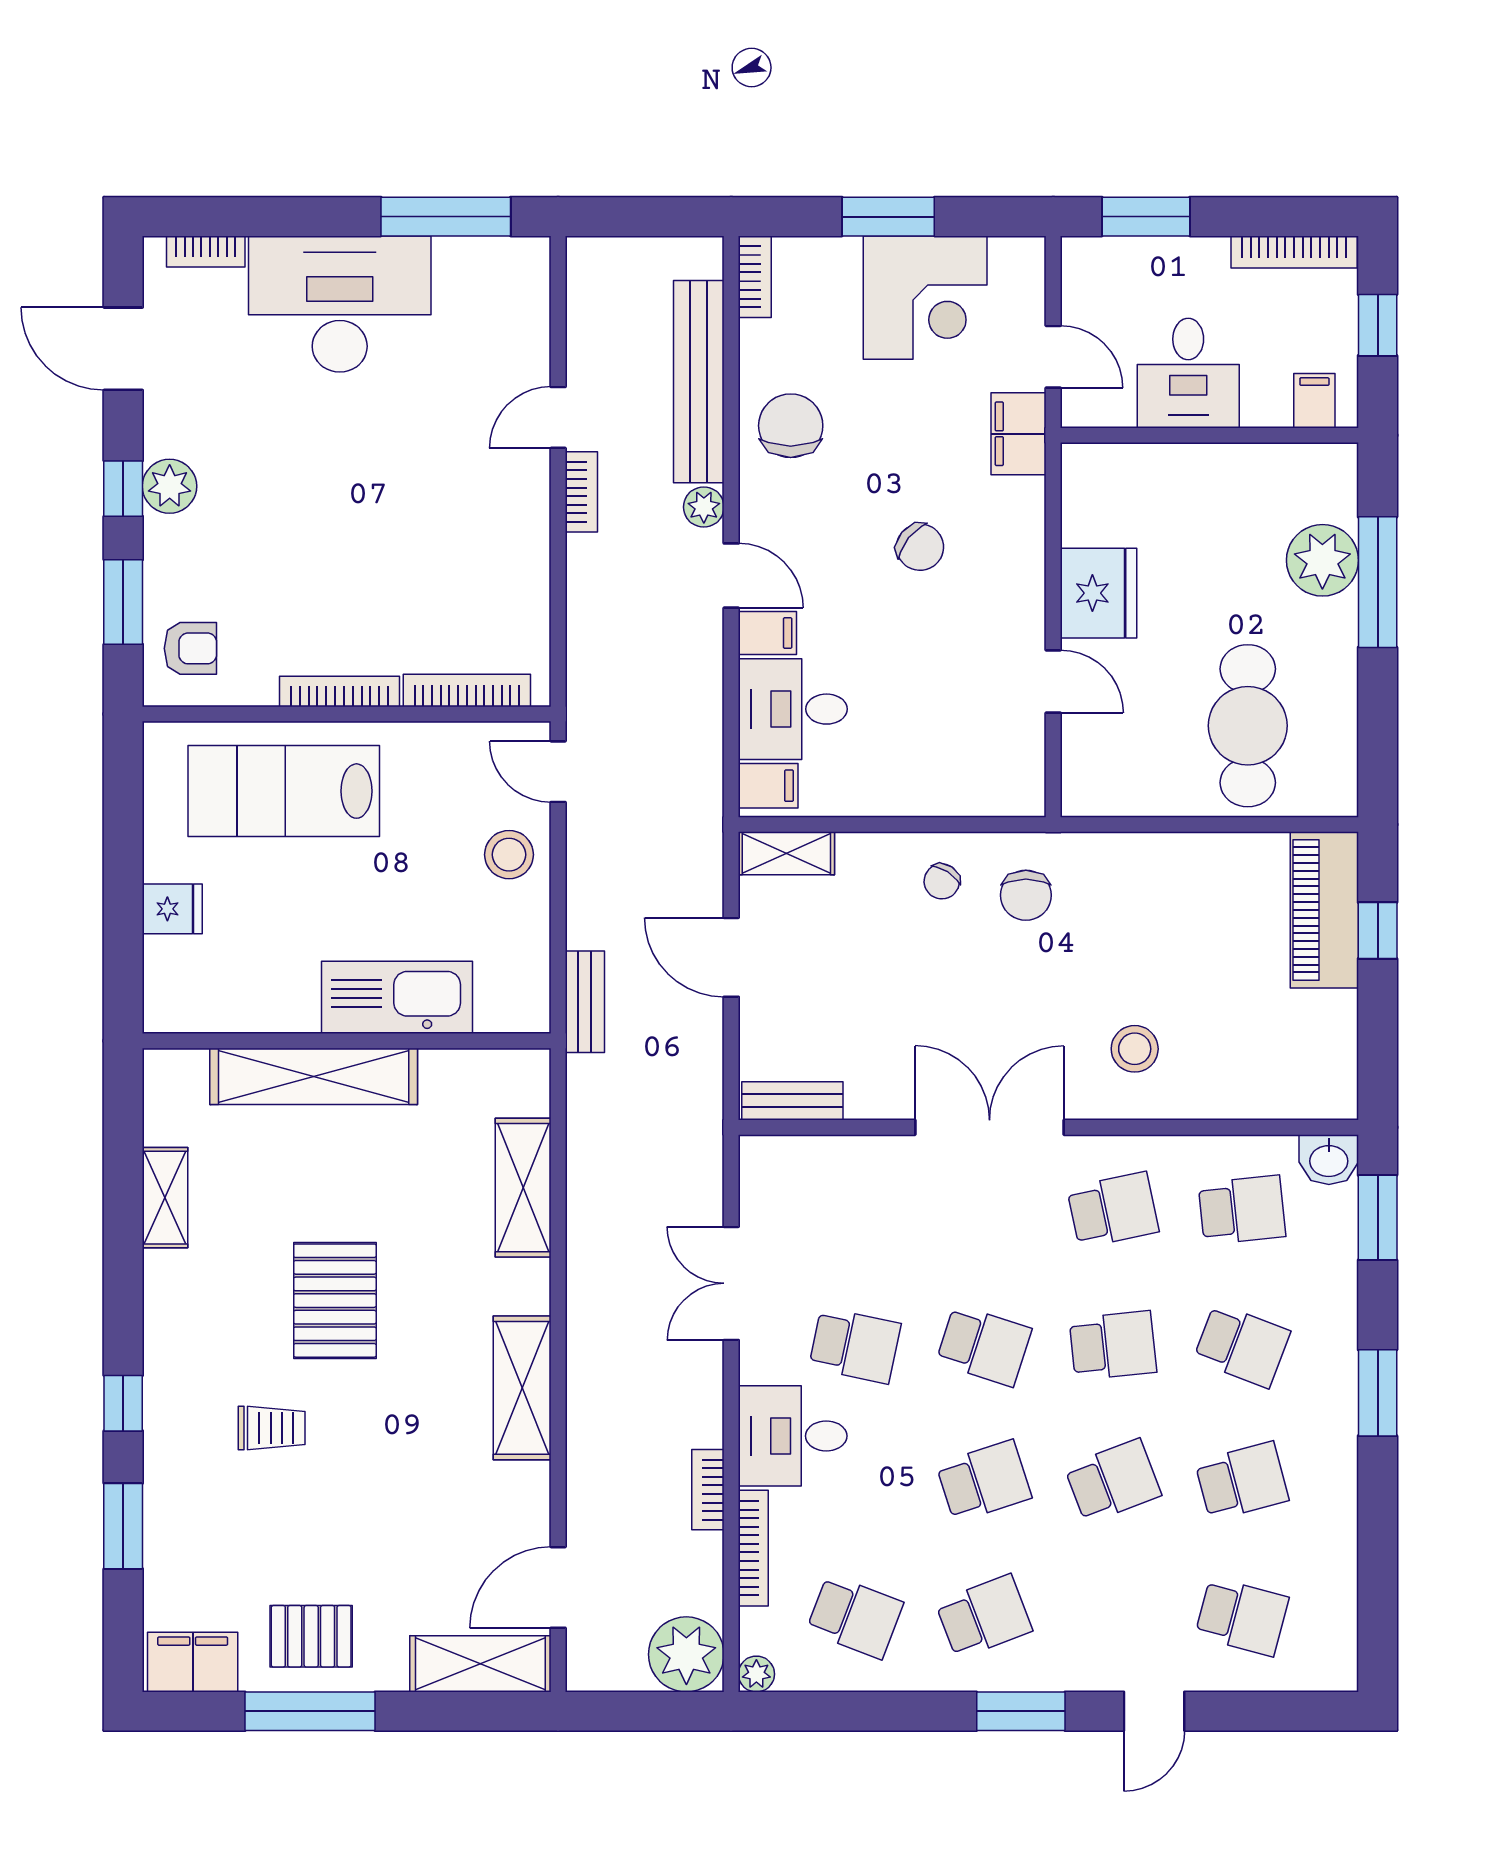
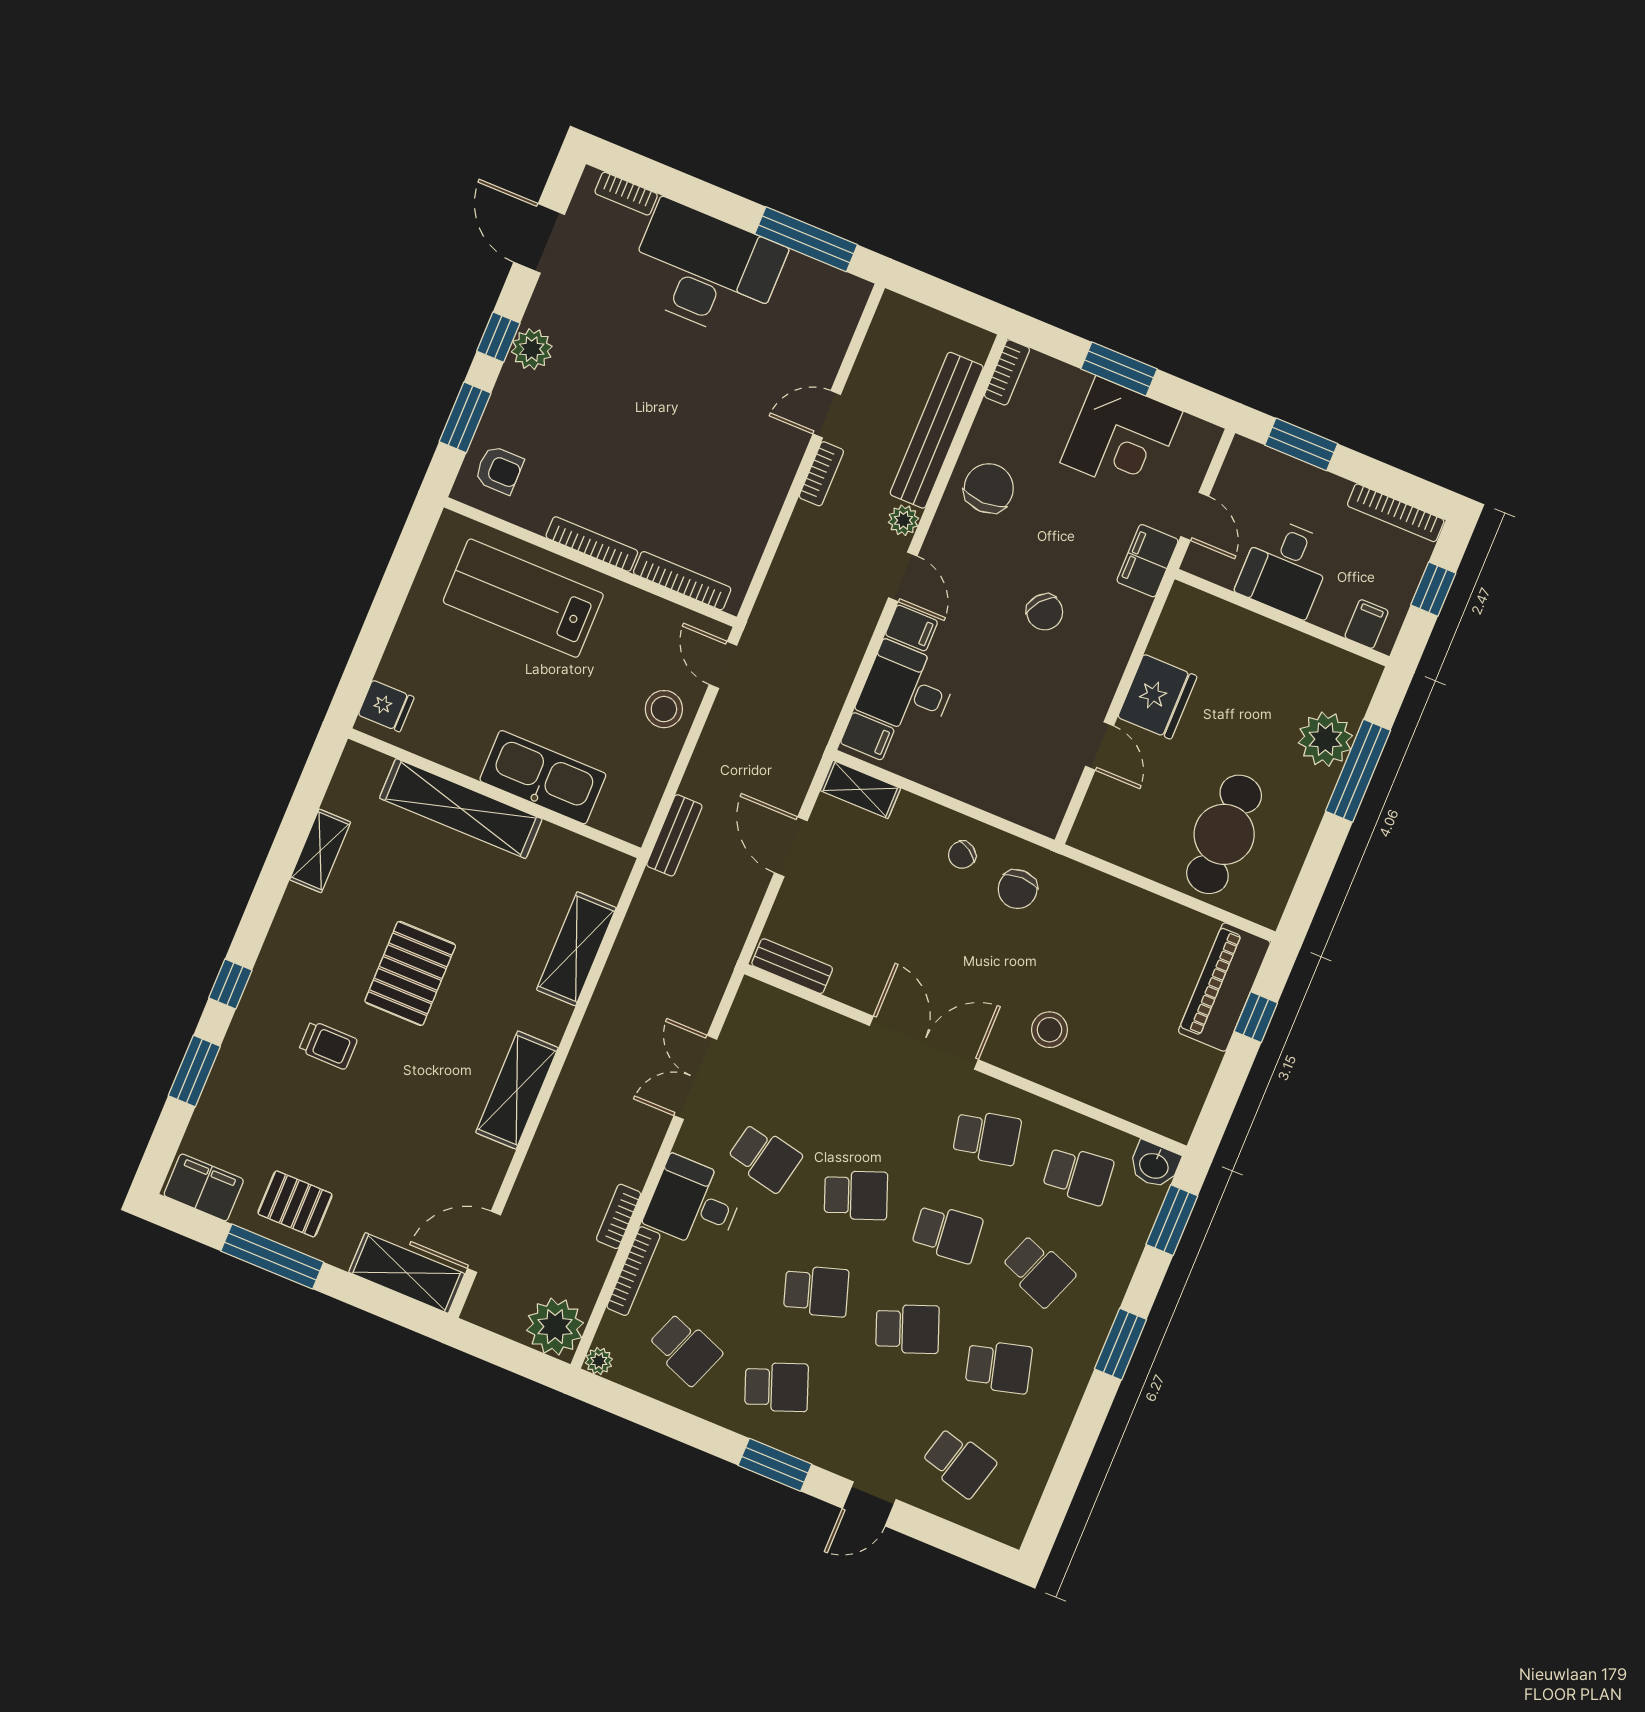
fridge: (172, 909) -> (386, 706), moved
school desk: (984, 1345) -> (856, 1195), turned -39

